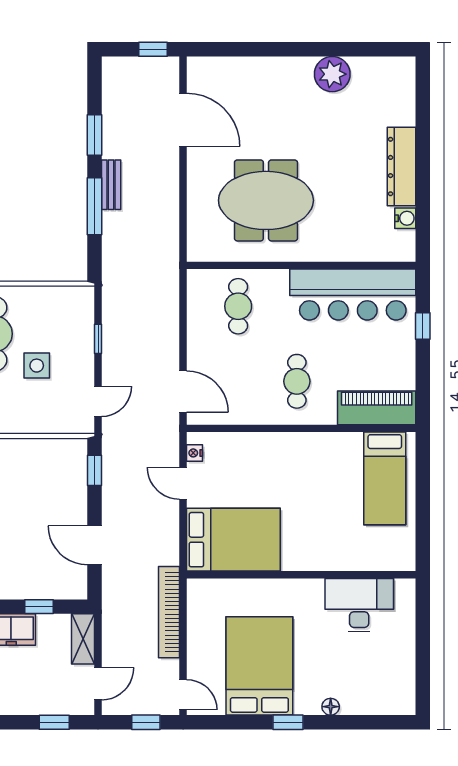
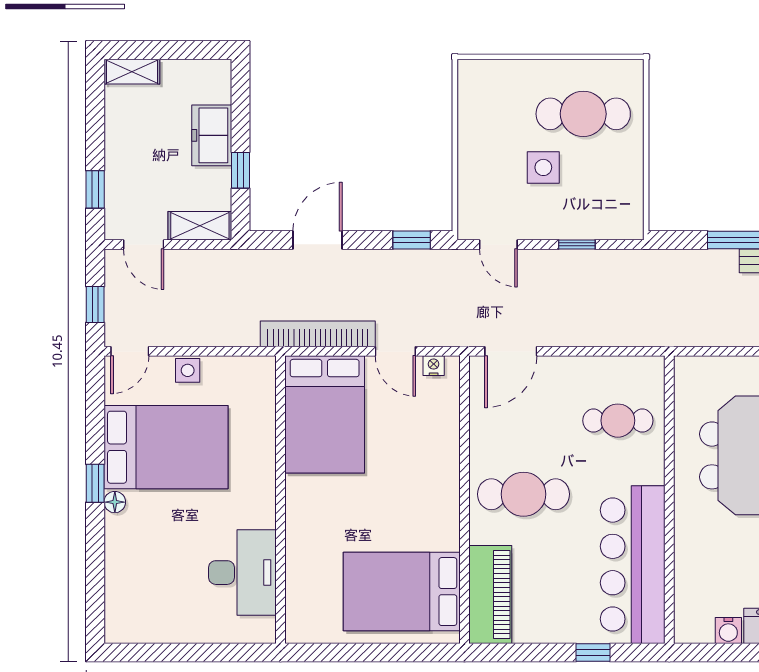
cafe table: (297, 381) -> (523, 494), width x1.37, depth x1.35
bed: (385, 478) -> (402, 592), width x1.50
door: (183, 483) -> (395, 351), swing flipped
bookcase: (169, 612) -> (318, 334), moved
side table: (198, 649) -> (188, 370), added
floor lamp: (331, 707) -> (115, 502), moved

